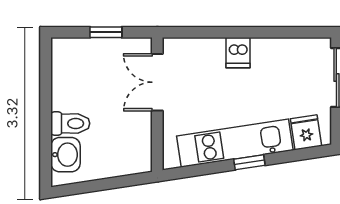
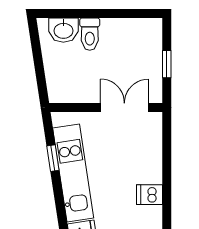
dishwasher: (238, 53) -> (149, 195), moved
window: (249, 162) -> (53, 158), moved

